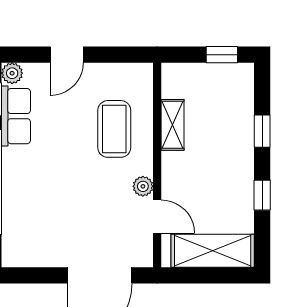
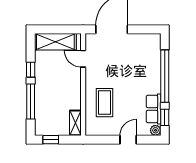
shelving: (172, 125) -> (75, 123), moved
window: (262, 131) -> (31, 101), width x2.17
plant: (143, 186) -> (90, 74), removed

